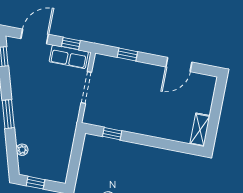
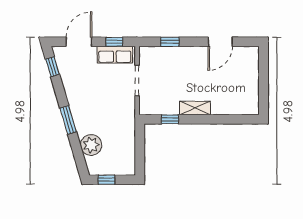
shelving: (200, 130) -> (195, 108), moved, turned 90
plant: (22, 150) -> (91, 145), width x1.88, depth x1.88

